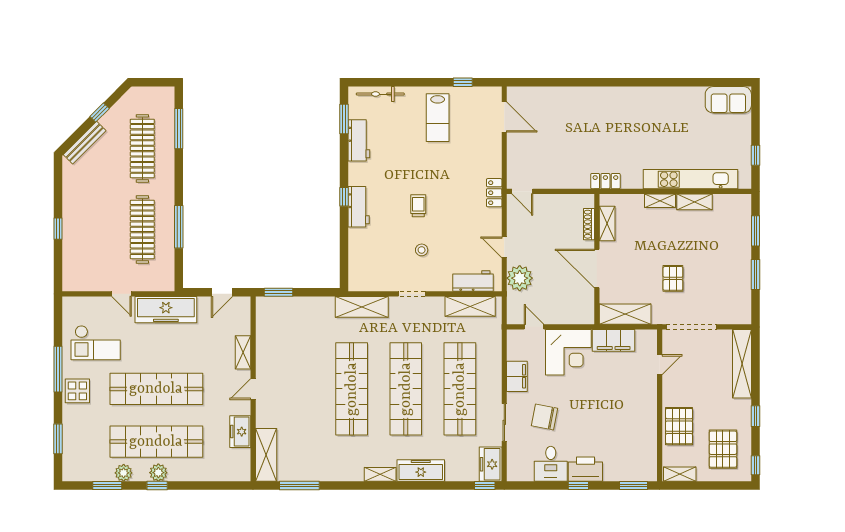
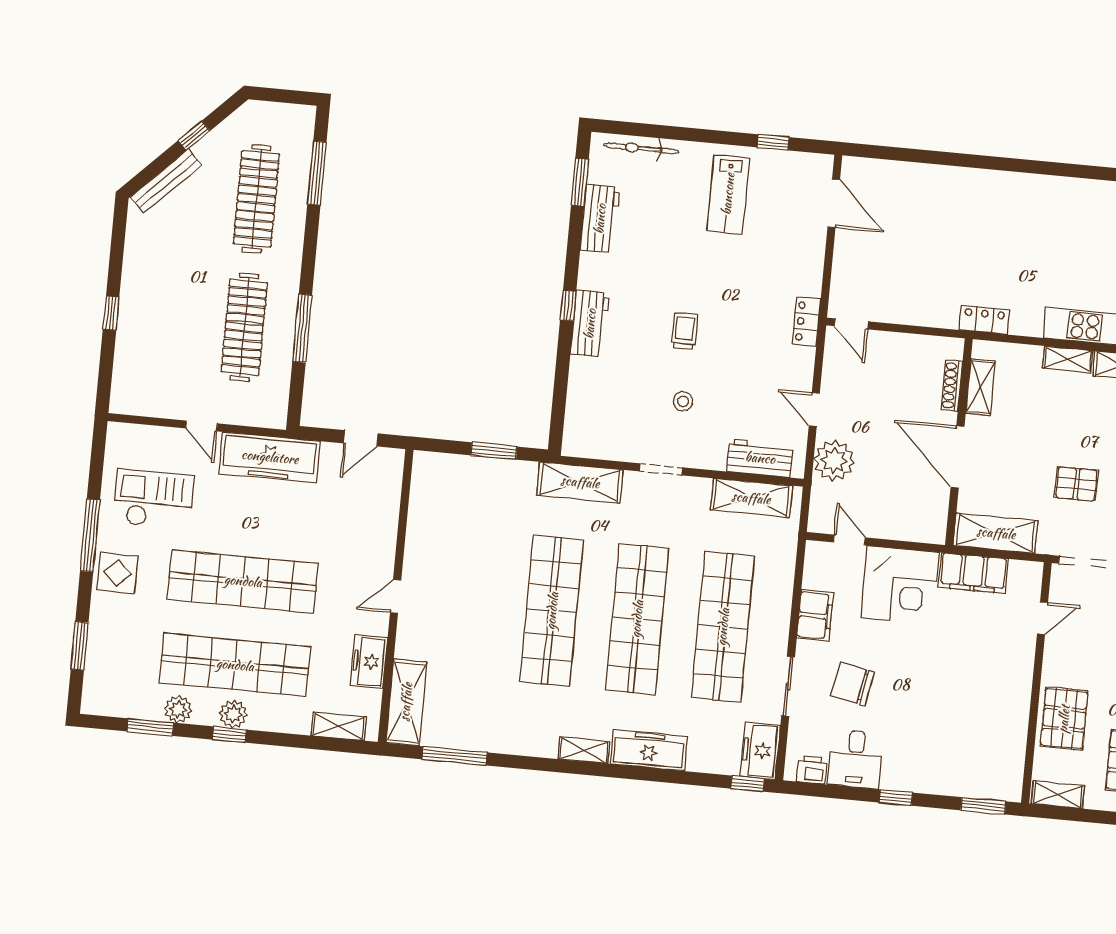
pallet: (673, 278) -> (1076, 484), turned 90
window: (278, 292) -> (494, 451), moved
checkout: (96, 343) -> (153, 499), turned 180
shelving: (243, 352) -> (339, 726), moved, turned 90
printer: (585, 469) -> (812, 770), moved, width x0.53, depth x0.68

